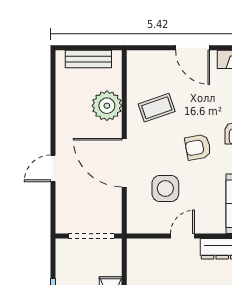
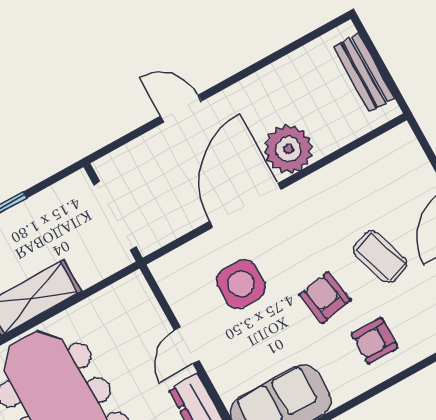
plant: (107, 106) -> (288, 149), moved
coffee table: (157, 108) -> (380, 257), moved
door: (182, 236) -> (187, 346), swing flipped

